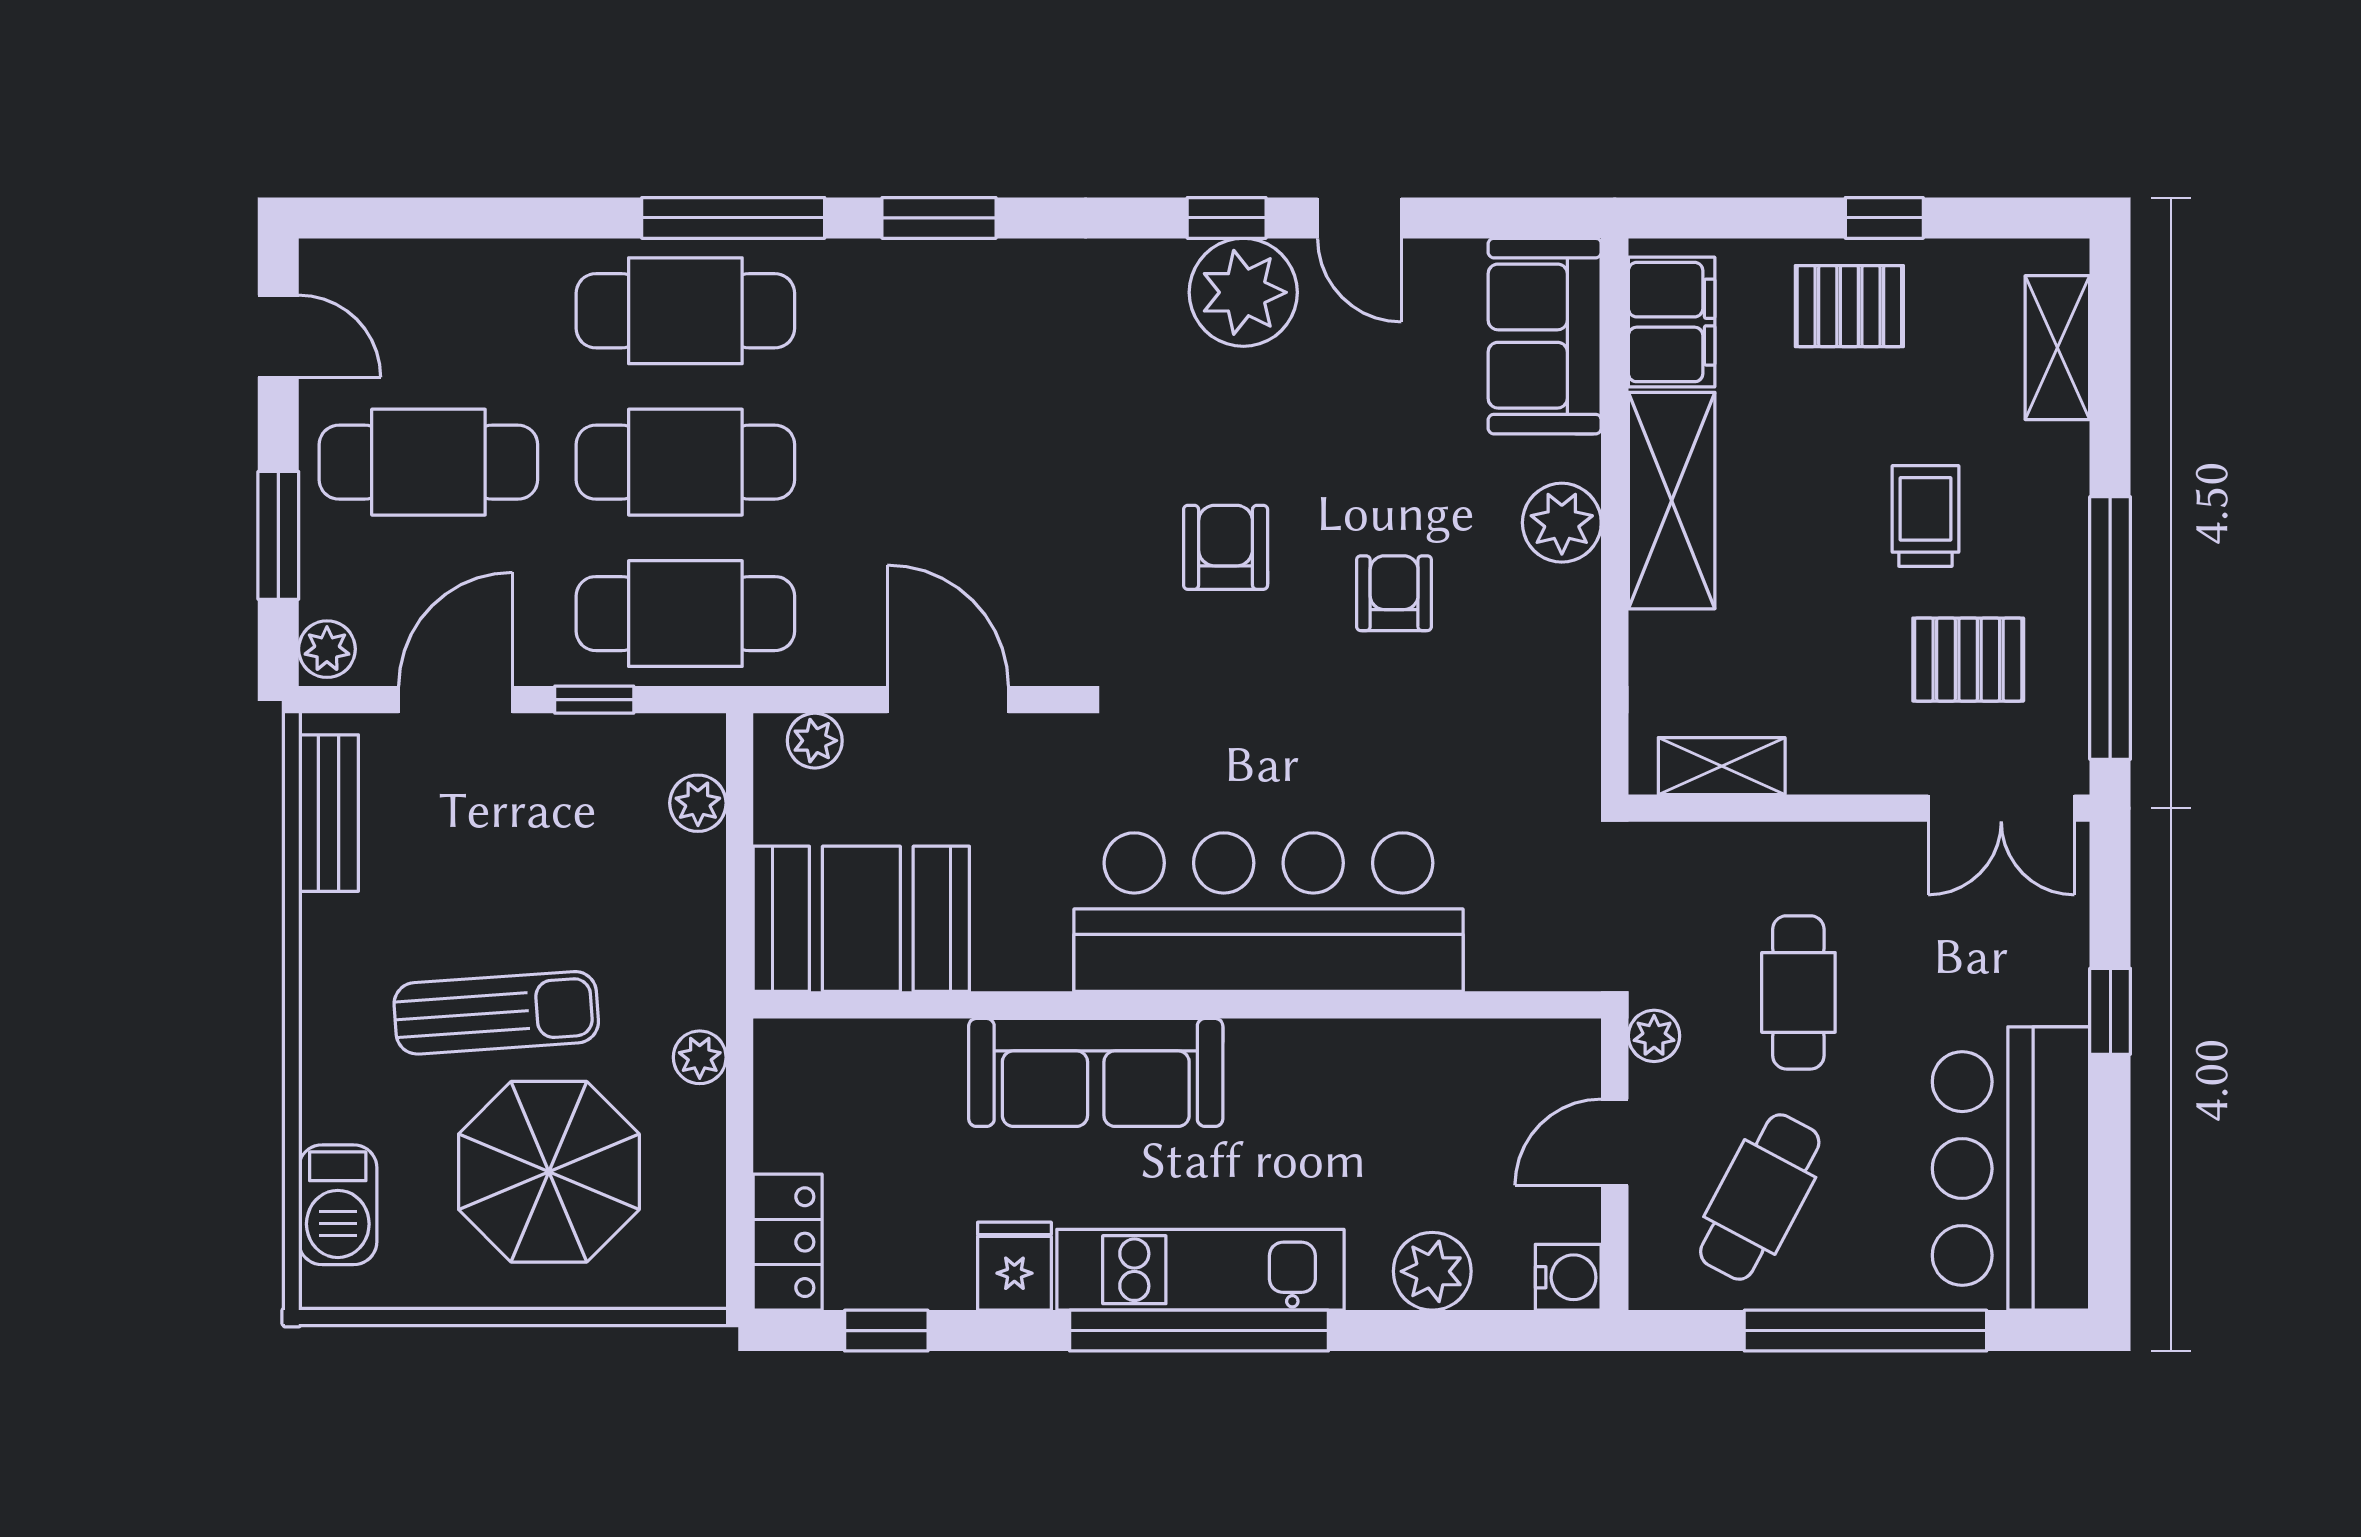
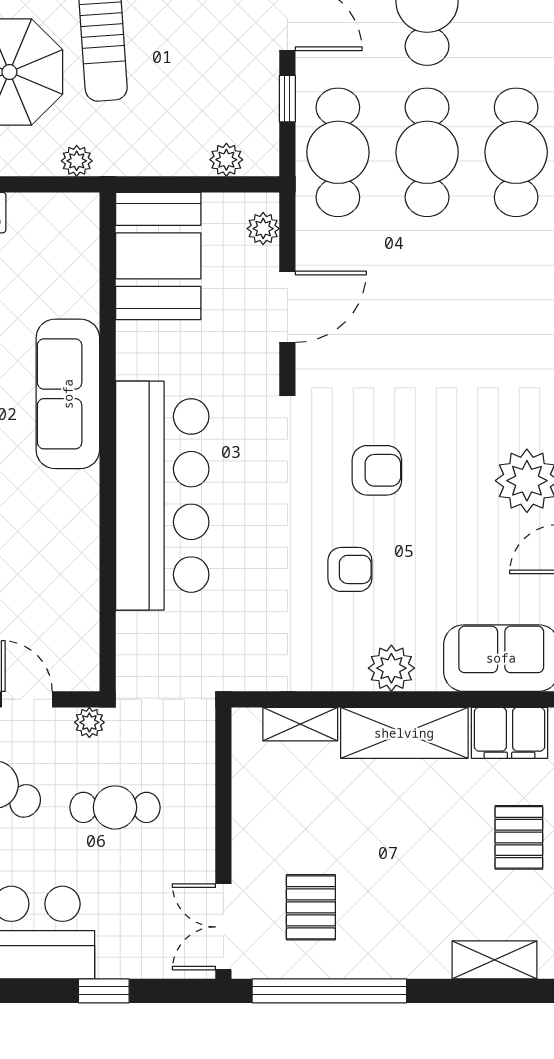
trolley: (1925, 516) -> (395, 882), removed
shelving: (1722, 766) -> (300, 724), moved, turned 90

